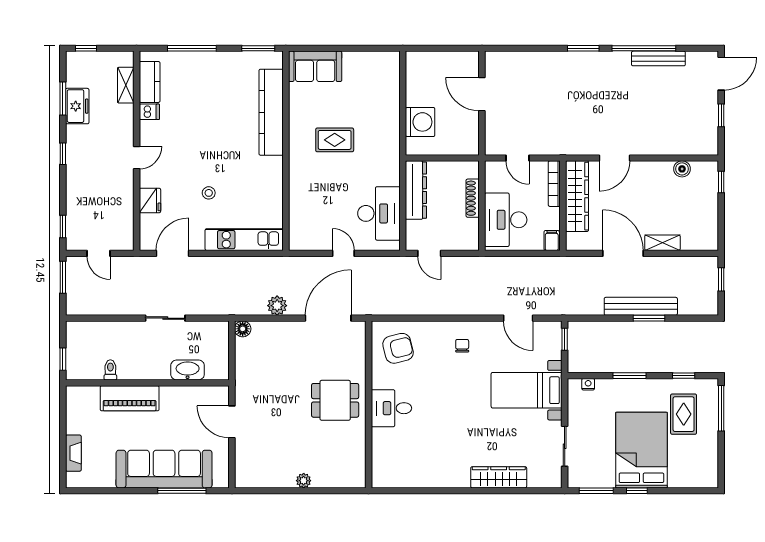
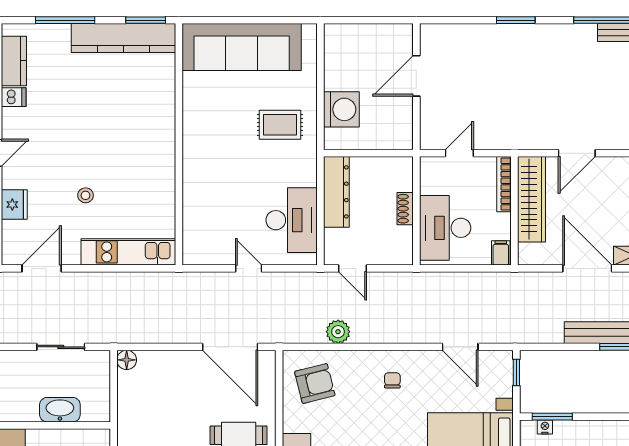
window: (583, 48) -> (516, 20), moved
sofa: (315, 66) -> (242, 47), width x1.85, depth x1.27
door: (482, 94) -> (416, 76), hinge flipped
kitchen counter: (271, 112) -> (123, 38), moved, turned -90
rug: (335, 140) -> (280, 125), moved
door: (518, 158) -> (459, 153), swing flipped
shoe rack: (473, 198) -> (405, 209), width x0.70
plant: (277, 306) -> (338, 332), moved
sliding door: (165, 318) -> (61, 347), moved
door: (328, 318) -> (230, 347), swing flipped
window: (630, 376) -> (552, 417), moved

